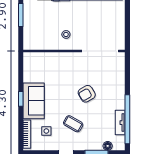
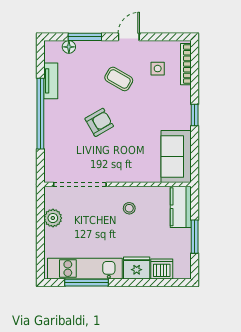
plant: (119, 28) -> (53, 218), added
kitchen counter: (30, 35) -> (181, 207), added
sofa: (34, 101) -> (176, 157), moved
window: (127, 119) -> (40, 114), moved

